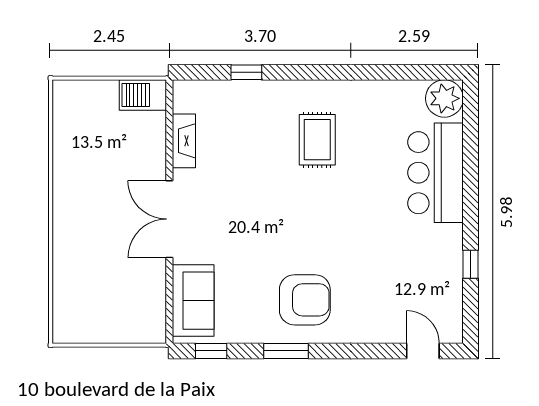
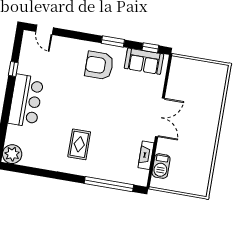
window: (246, 72) -> (109, 184), width x3.17
barbecue: (143, 95) -> (161, 166), moved, turned 90
bar counter: (436, 173) -> (26, 101), moved
sofa: (193, 301) -> (144, 61), moved, turned -90

